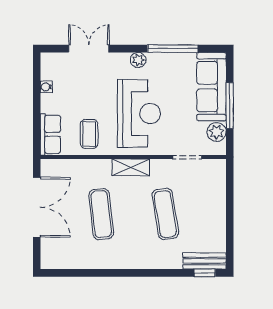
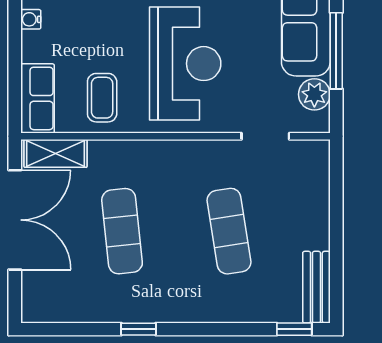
shelving: (131, 167) -> (56, 153), moved
bench: (205, 261) -> (316, 287), moved, turned 90
window: (111, 273) -> (139, 329), added

